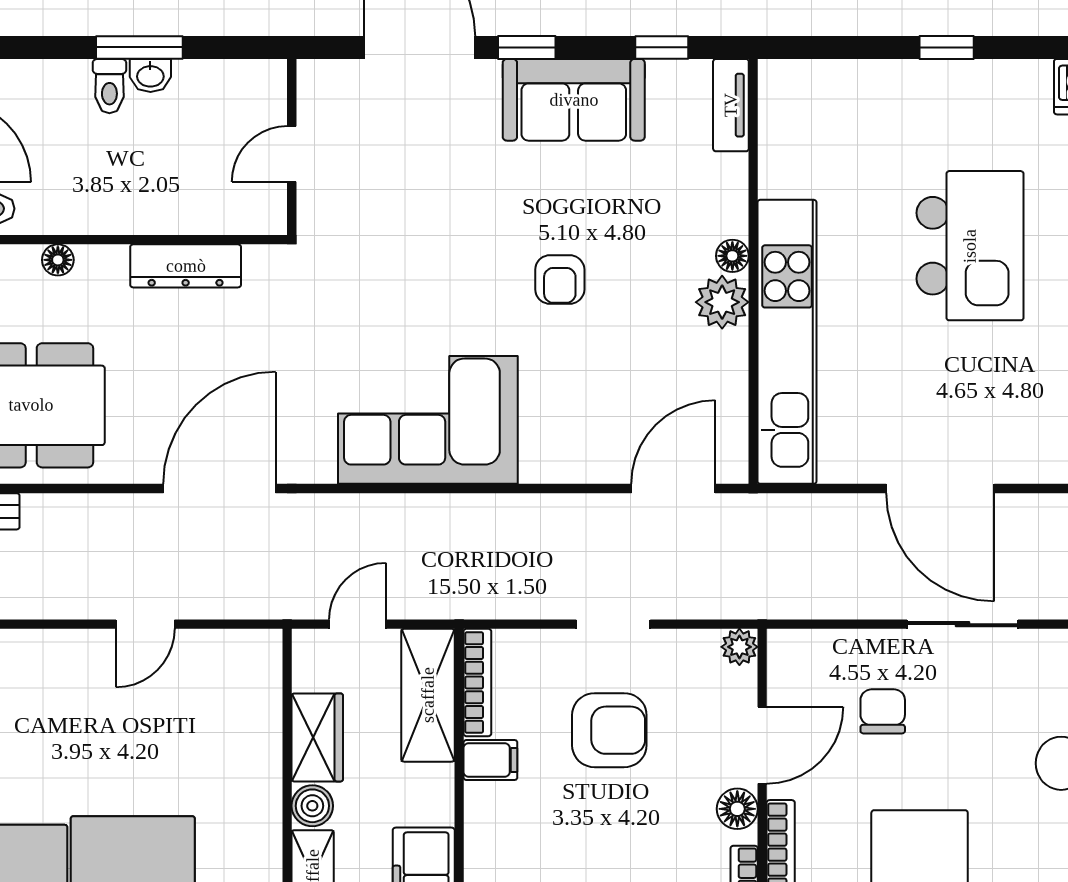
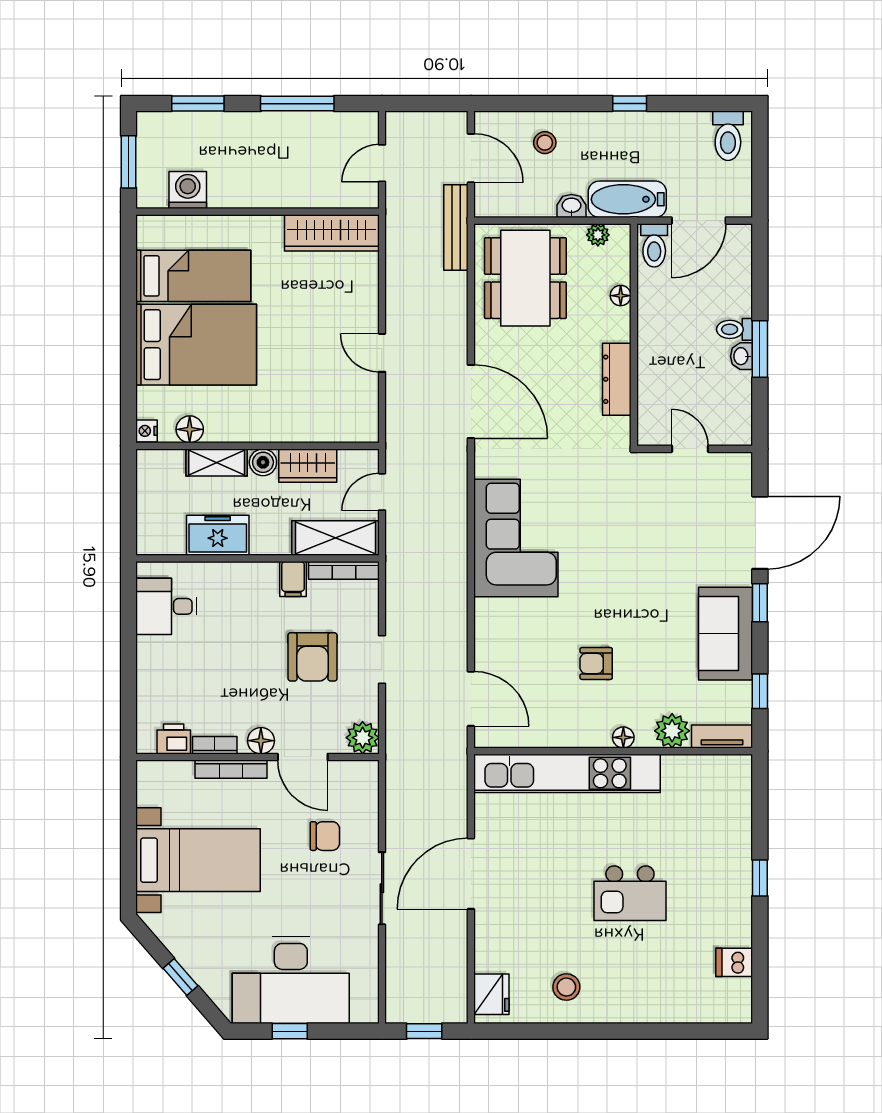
kitchen island: (970, 246) -> (630, 893), width x0.73, depth x0.78
armchair: (560, 279) -> (596, 664), moved
plant: (722, 302) -> (672, 731), moved
door: (358, 624) -> (382, 492), swing flipped
plant: (739, 647) -> (363, 738), width x1.38, depth x1.38

